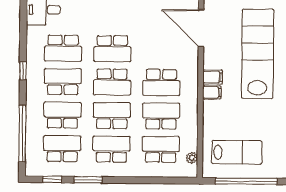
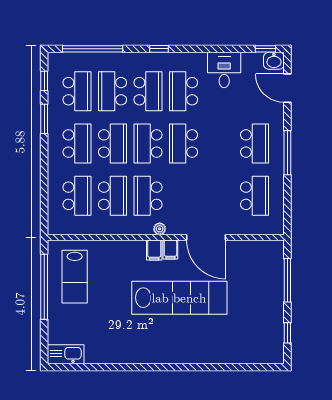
door: (201, 28) -> (206, 237), swing flipped
filing cabinet: (212, 92) -> (170, 249), moved
school desk: (62, 115) -> (113, 91), turned 180
plant: (192, 158) -> (160, 229), moved

